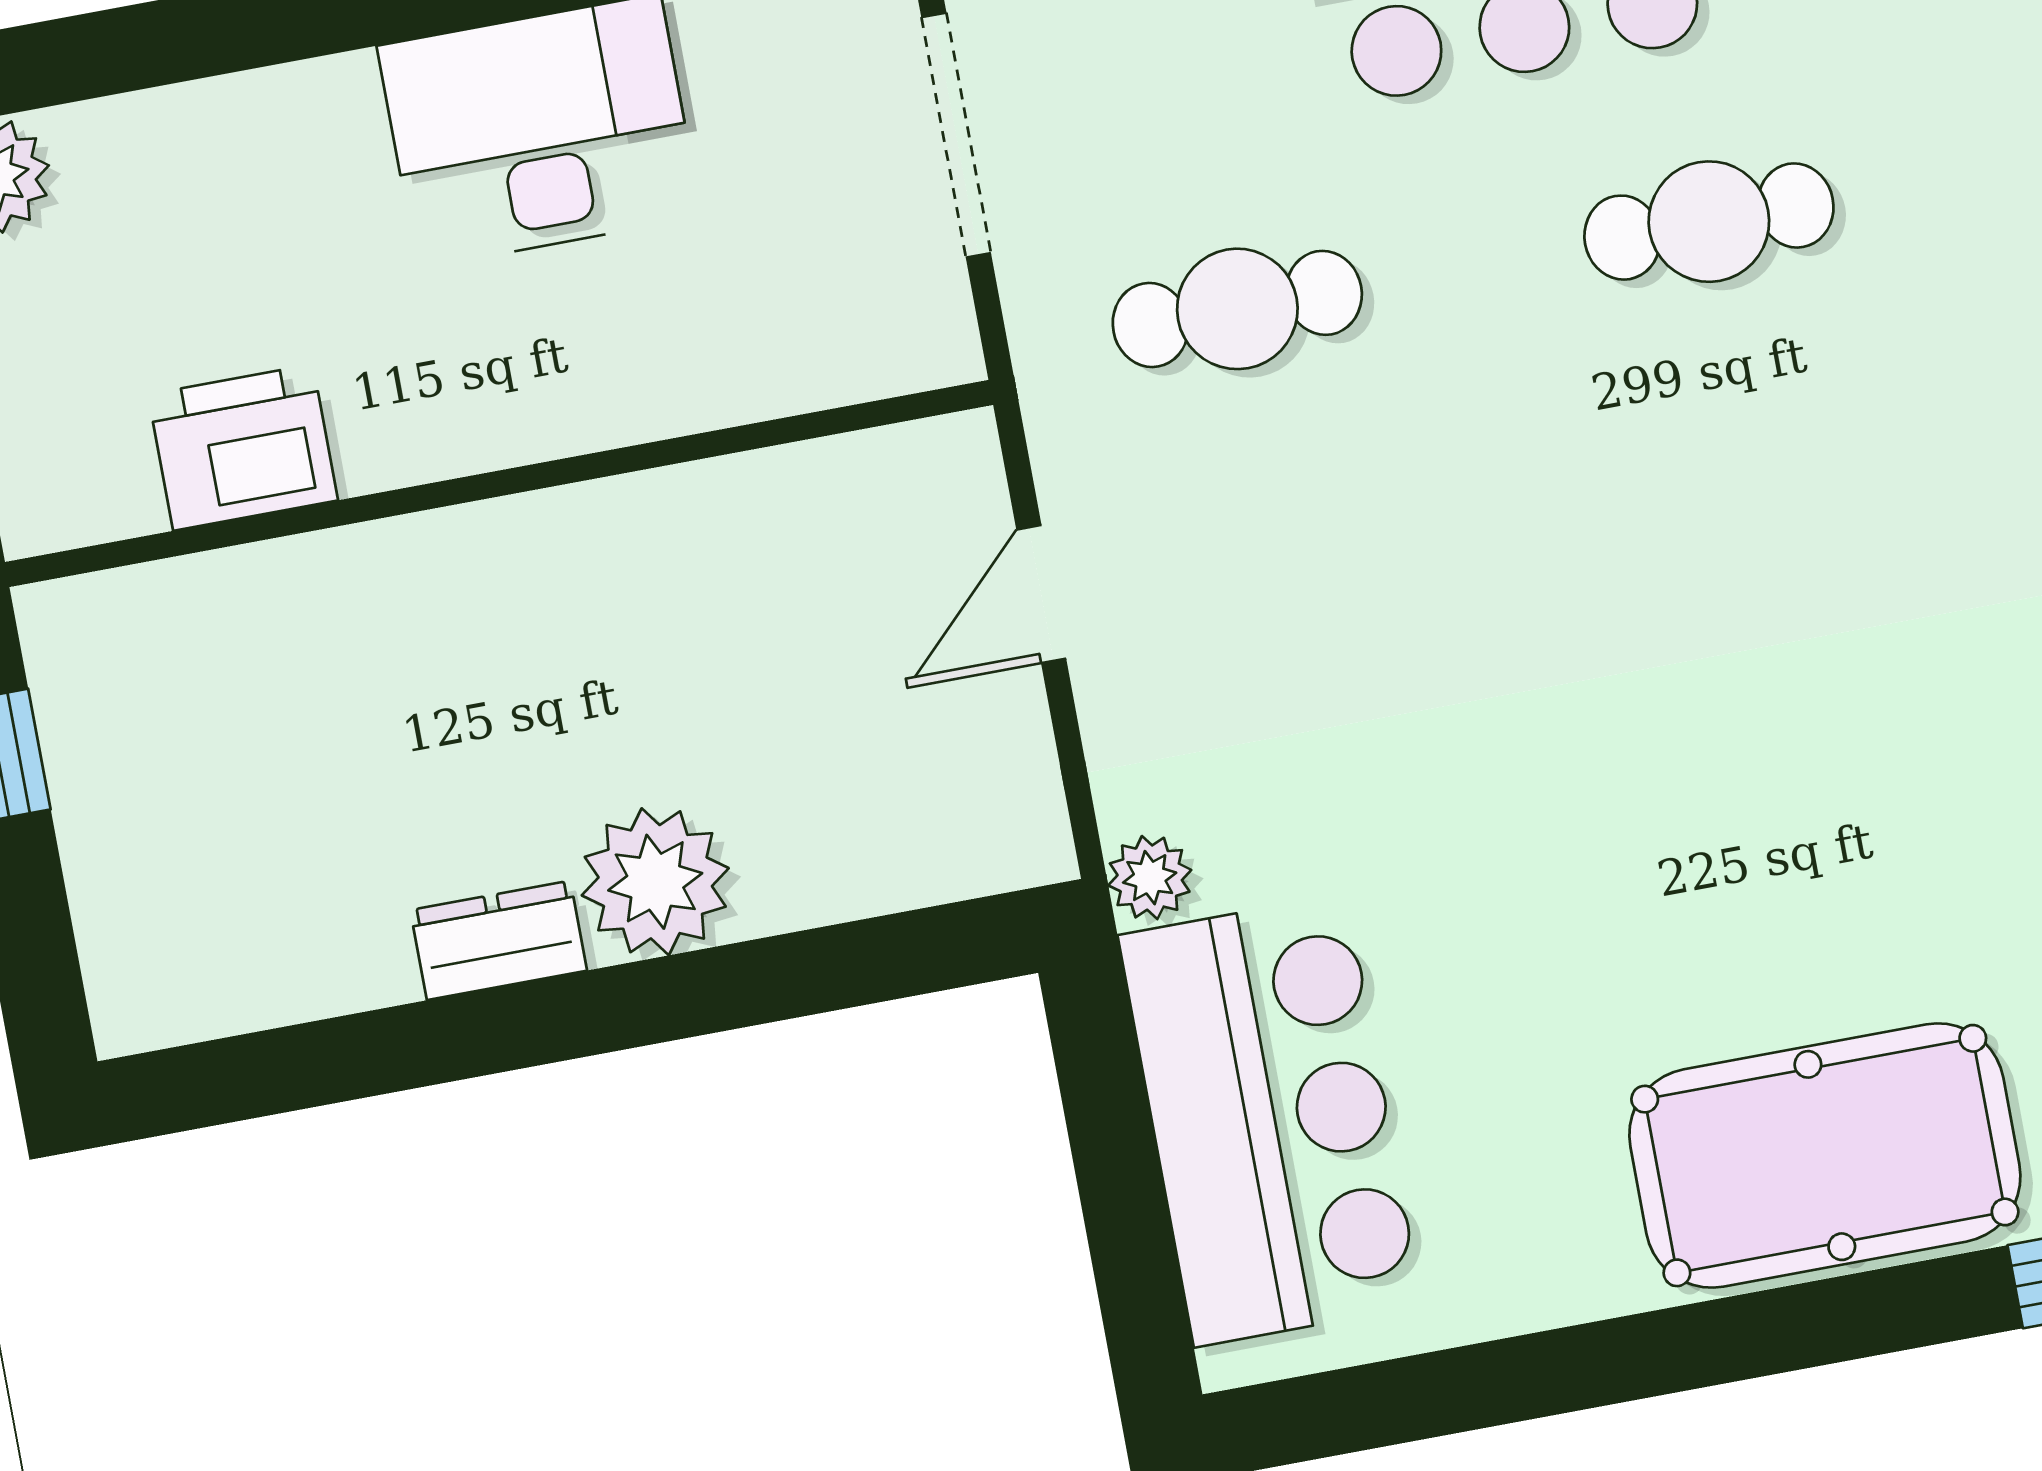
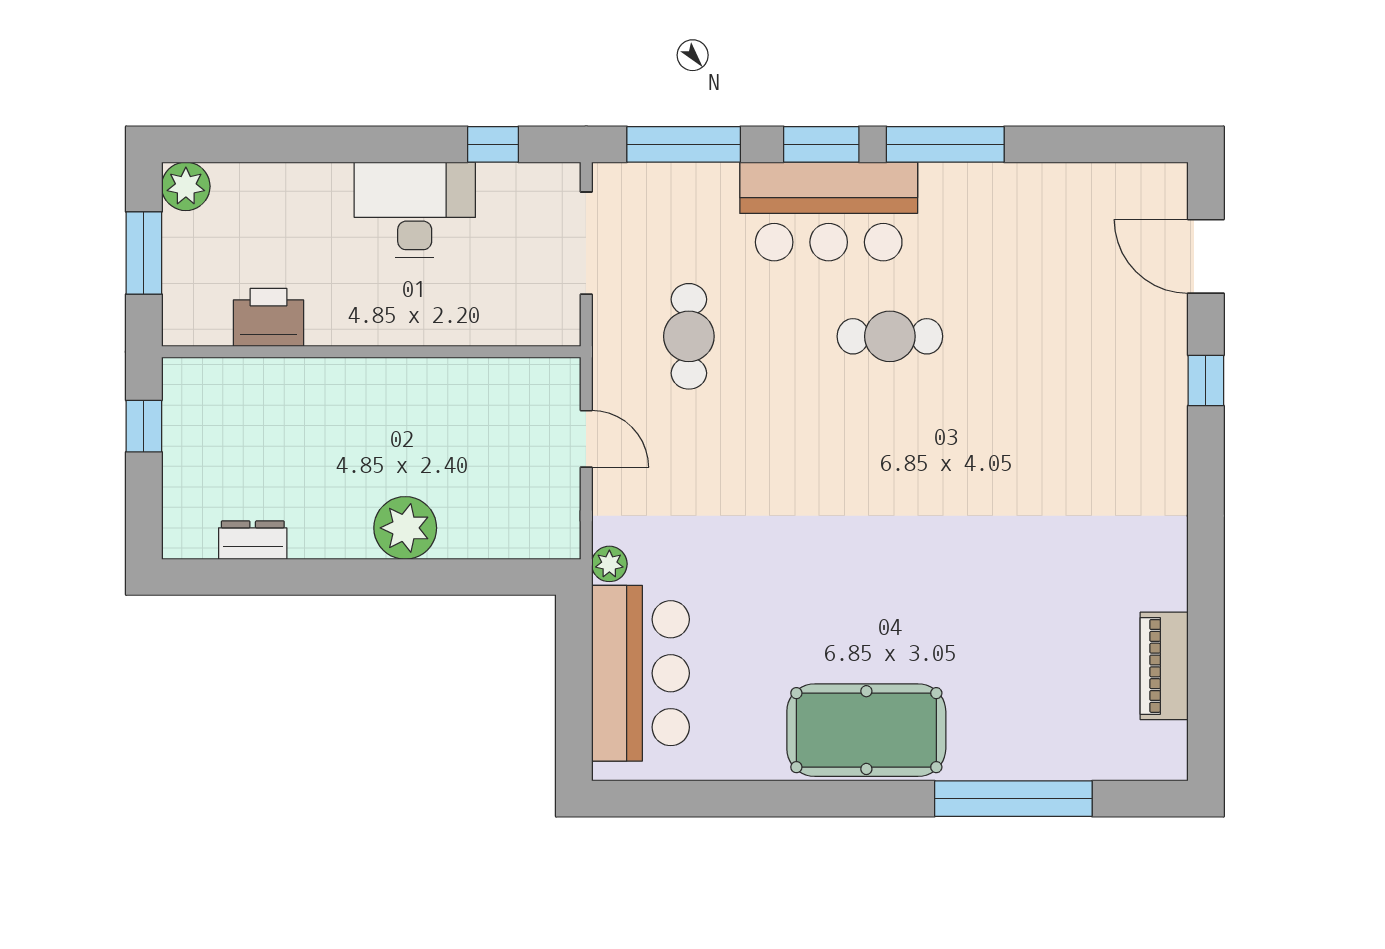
cafe table: (1237, 309) -> (689, 336), turned 90
door: (1041, 594) -> (586, 439), swing flipped
dresser: (499, 940) -> (253, 540), moved

